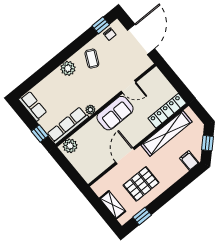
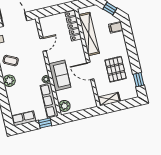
sofa: (115, 113) -> (60, 76), moved
shelving: (113, 205) -> (109, 99), moved

